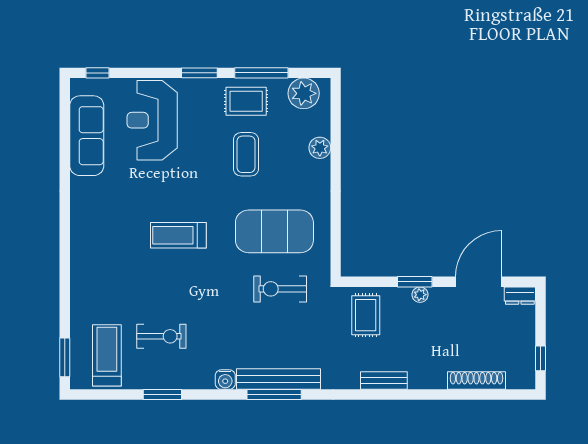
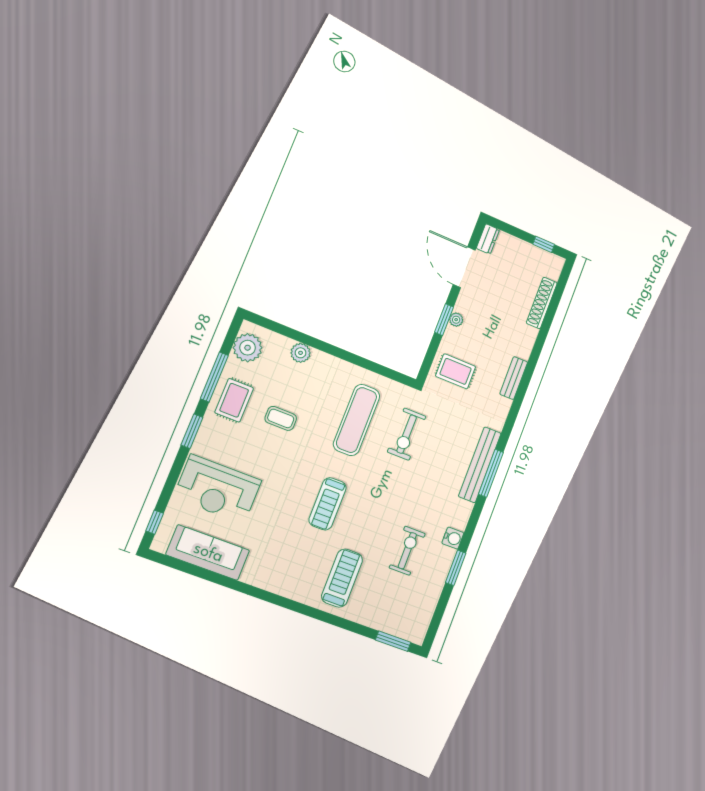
coffee table: (246, 154) -> (281, 418), width x0.73, depth x0.77
exercise mat: (274, 231) -> (357, 420), width x0.68
treadmill: (107, 355) -> (342, 578), moved, turned 90
water cooler: (225, 380) -> (453, 538), moved

